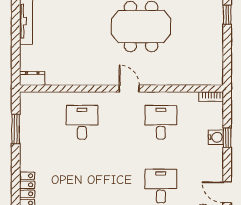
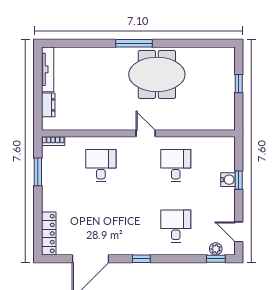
window: (227, 15) -> (239, 84), moved
dresser: (32, 78) -> (48, 105), moved, turned 90
bookcase: (211, 97) -> (53, 141), moved

